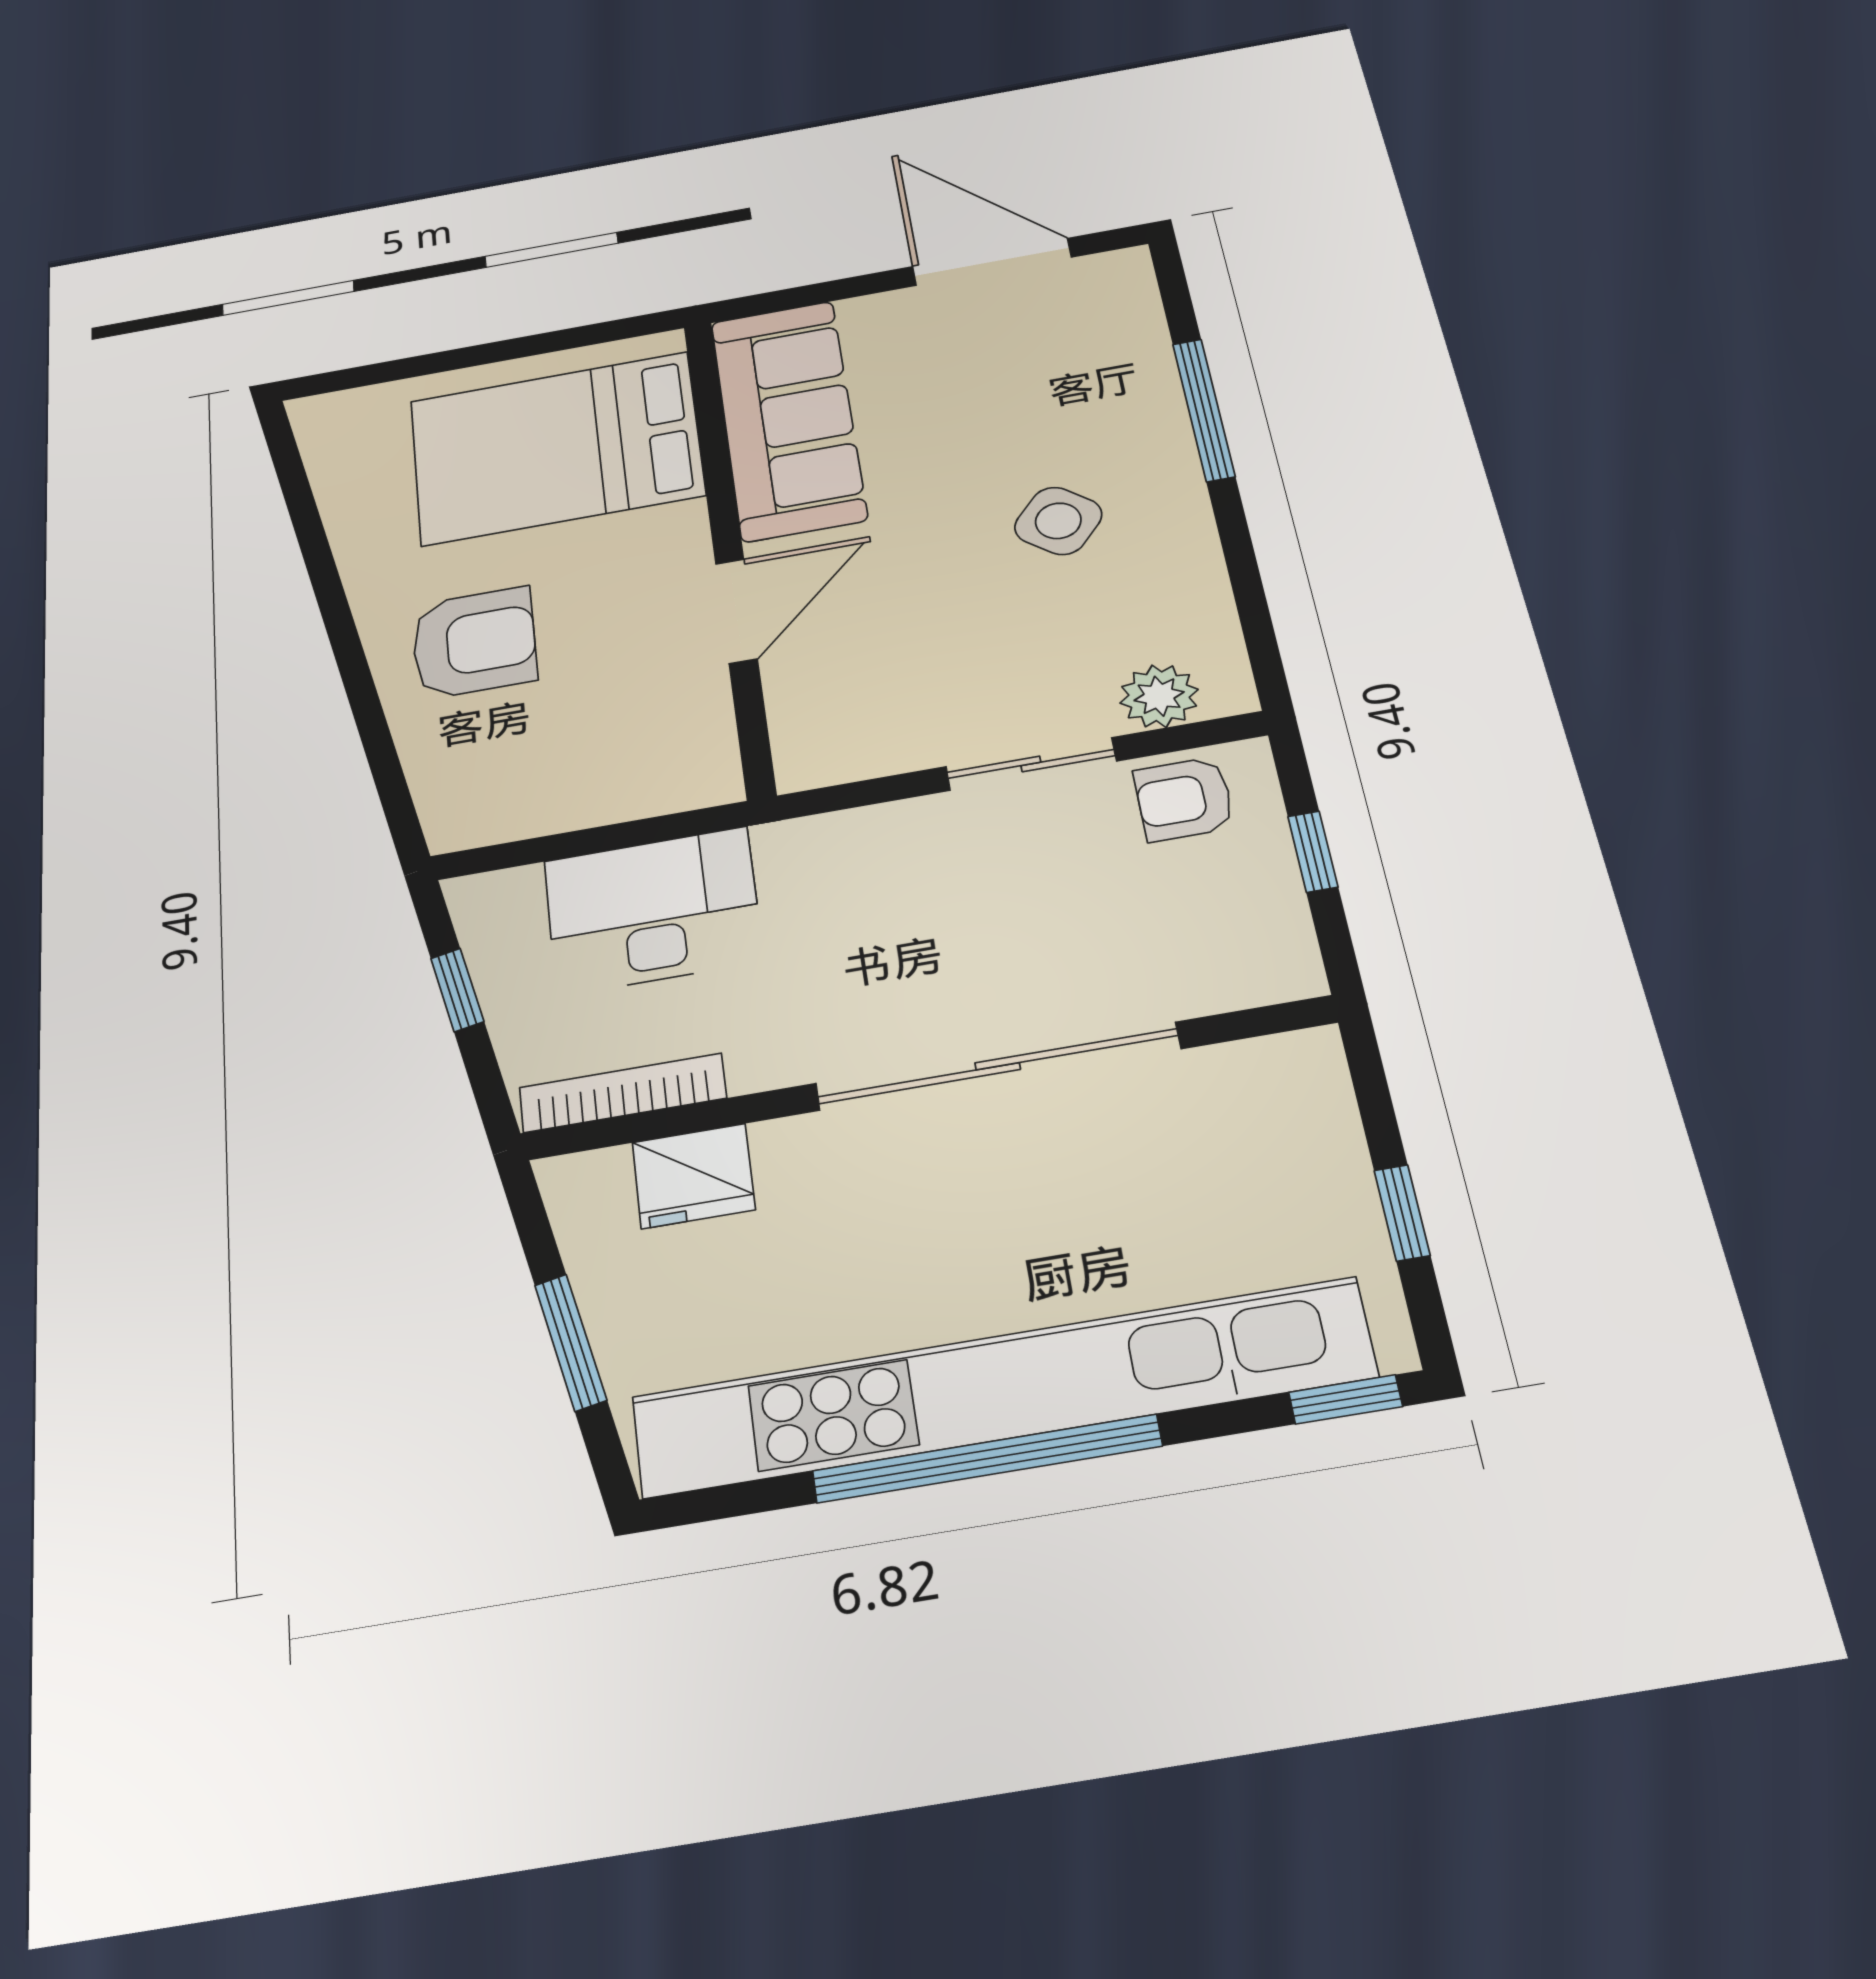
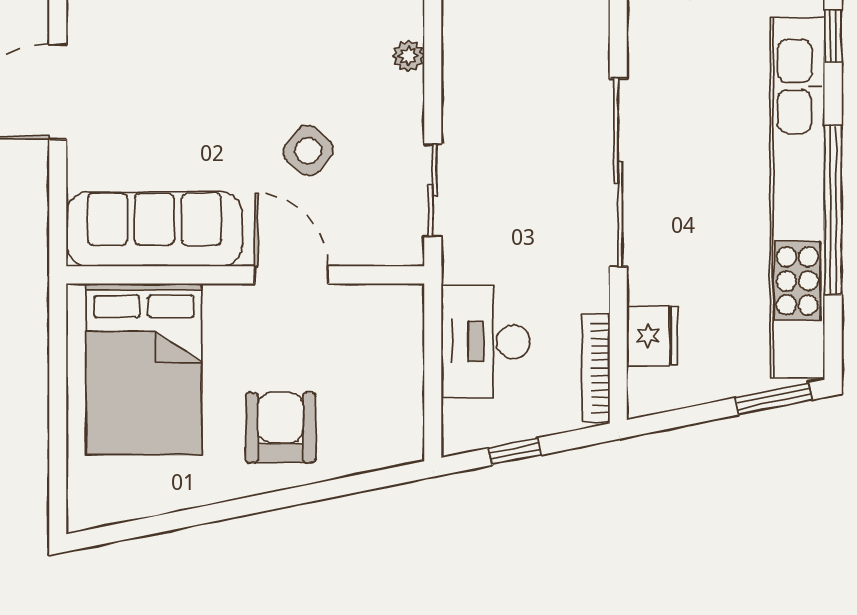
side table: (1058, 521) -> (308, 151), moved
plant: (1159, 696) -> (408, 56), width x0.73, depth x0.73
sliding door: (1031, 764) -> (433, 190), moved
armchair: (1184, 799) -> (473, 49), removed
window: (571, 1342) -> (774, 399), moved

